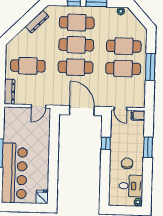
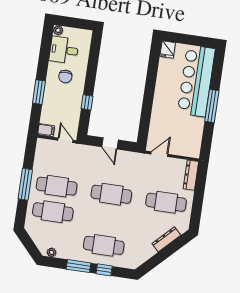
dresser: (37, 22) -> (166, 239), moved
cafe table: (76, 45) -> (108, 220), removed
door: (82, 111) -> (110, 143), width x0.53

